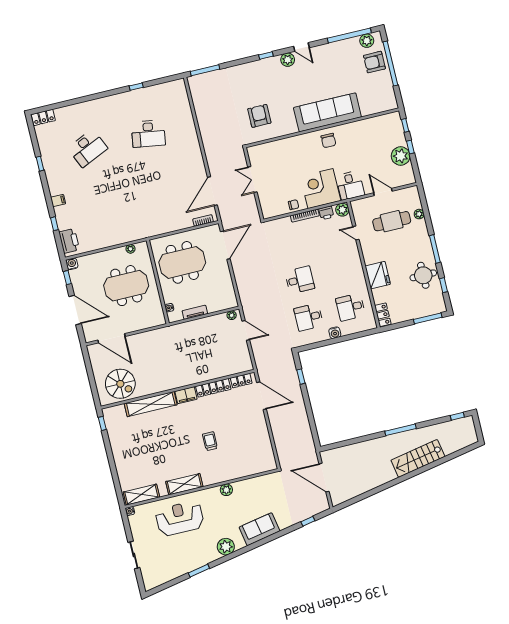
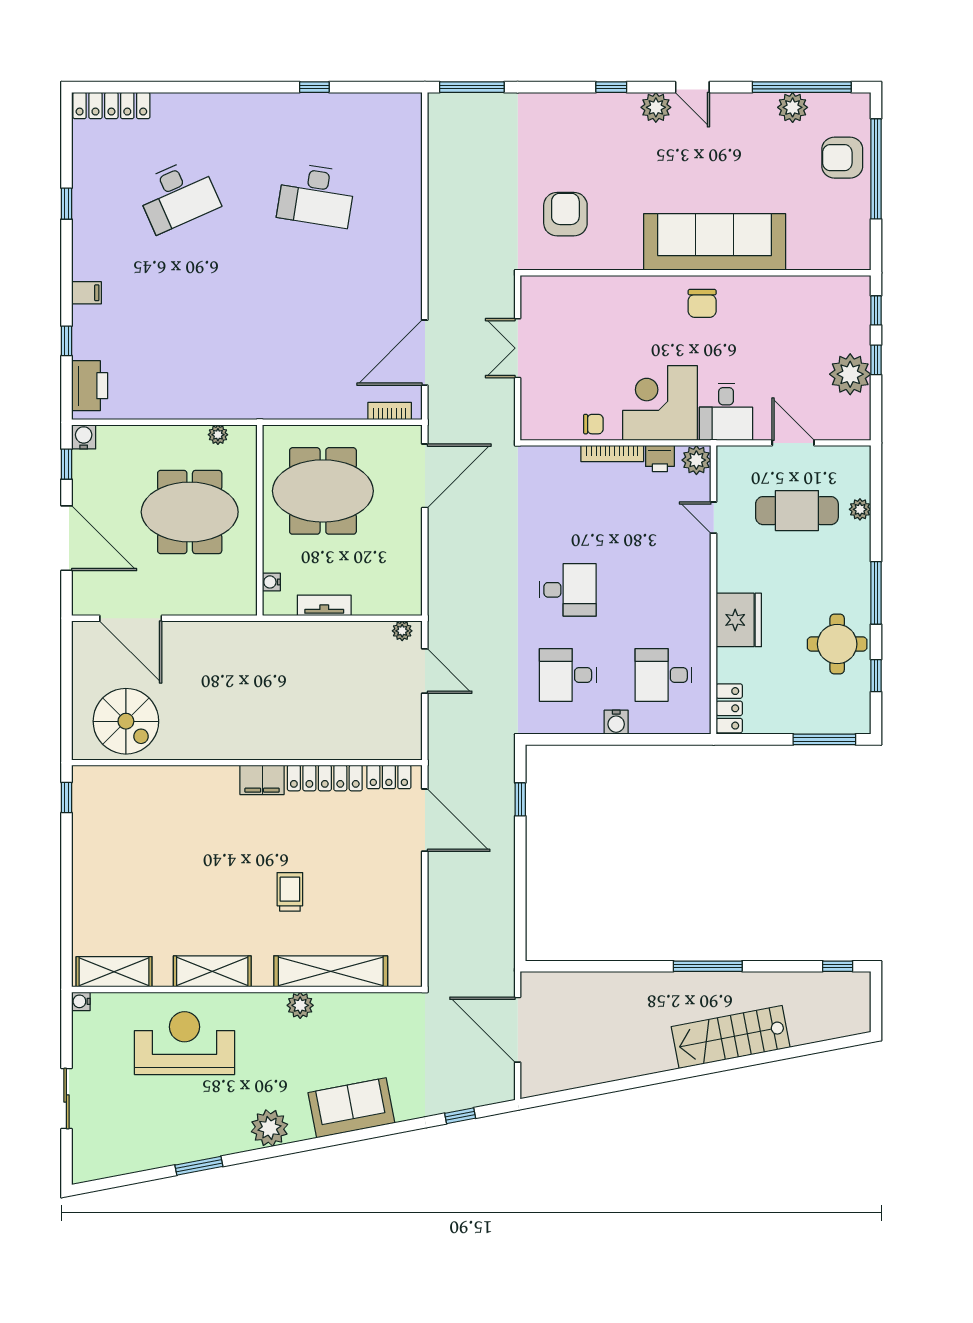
plant: (367, 41) -> (793, 107), moved
locker: (43, 117) -> (111, 105), width x1.53
shelving: (151, 404) -> (331, 971), moved

